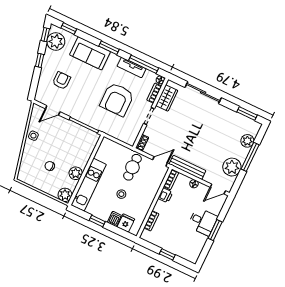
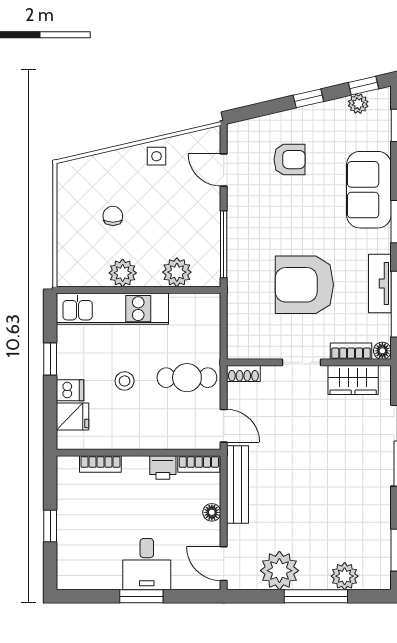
plant: (56, 41) -> (358, 104), width x0.53, depth x0.53
plant: (65, 195) -> (177, 272), moved

